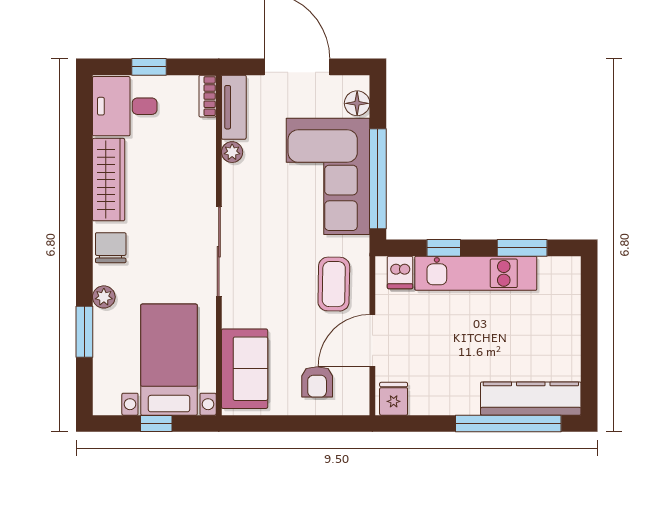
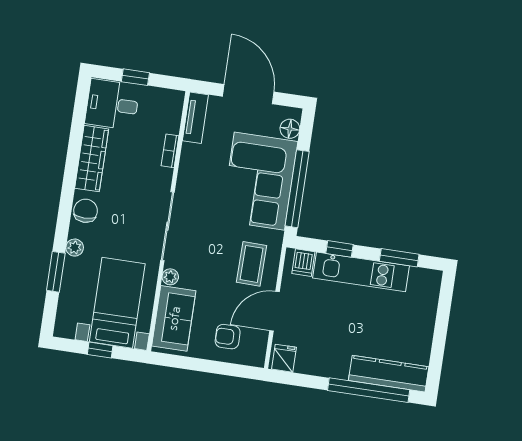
bookcase: (208, 96) -> (170, 151), moved
plant: (232, 152) -> (170, 277), moved
armchair: (317, 382) -> (228, 337), turned 89

